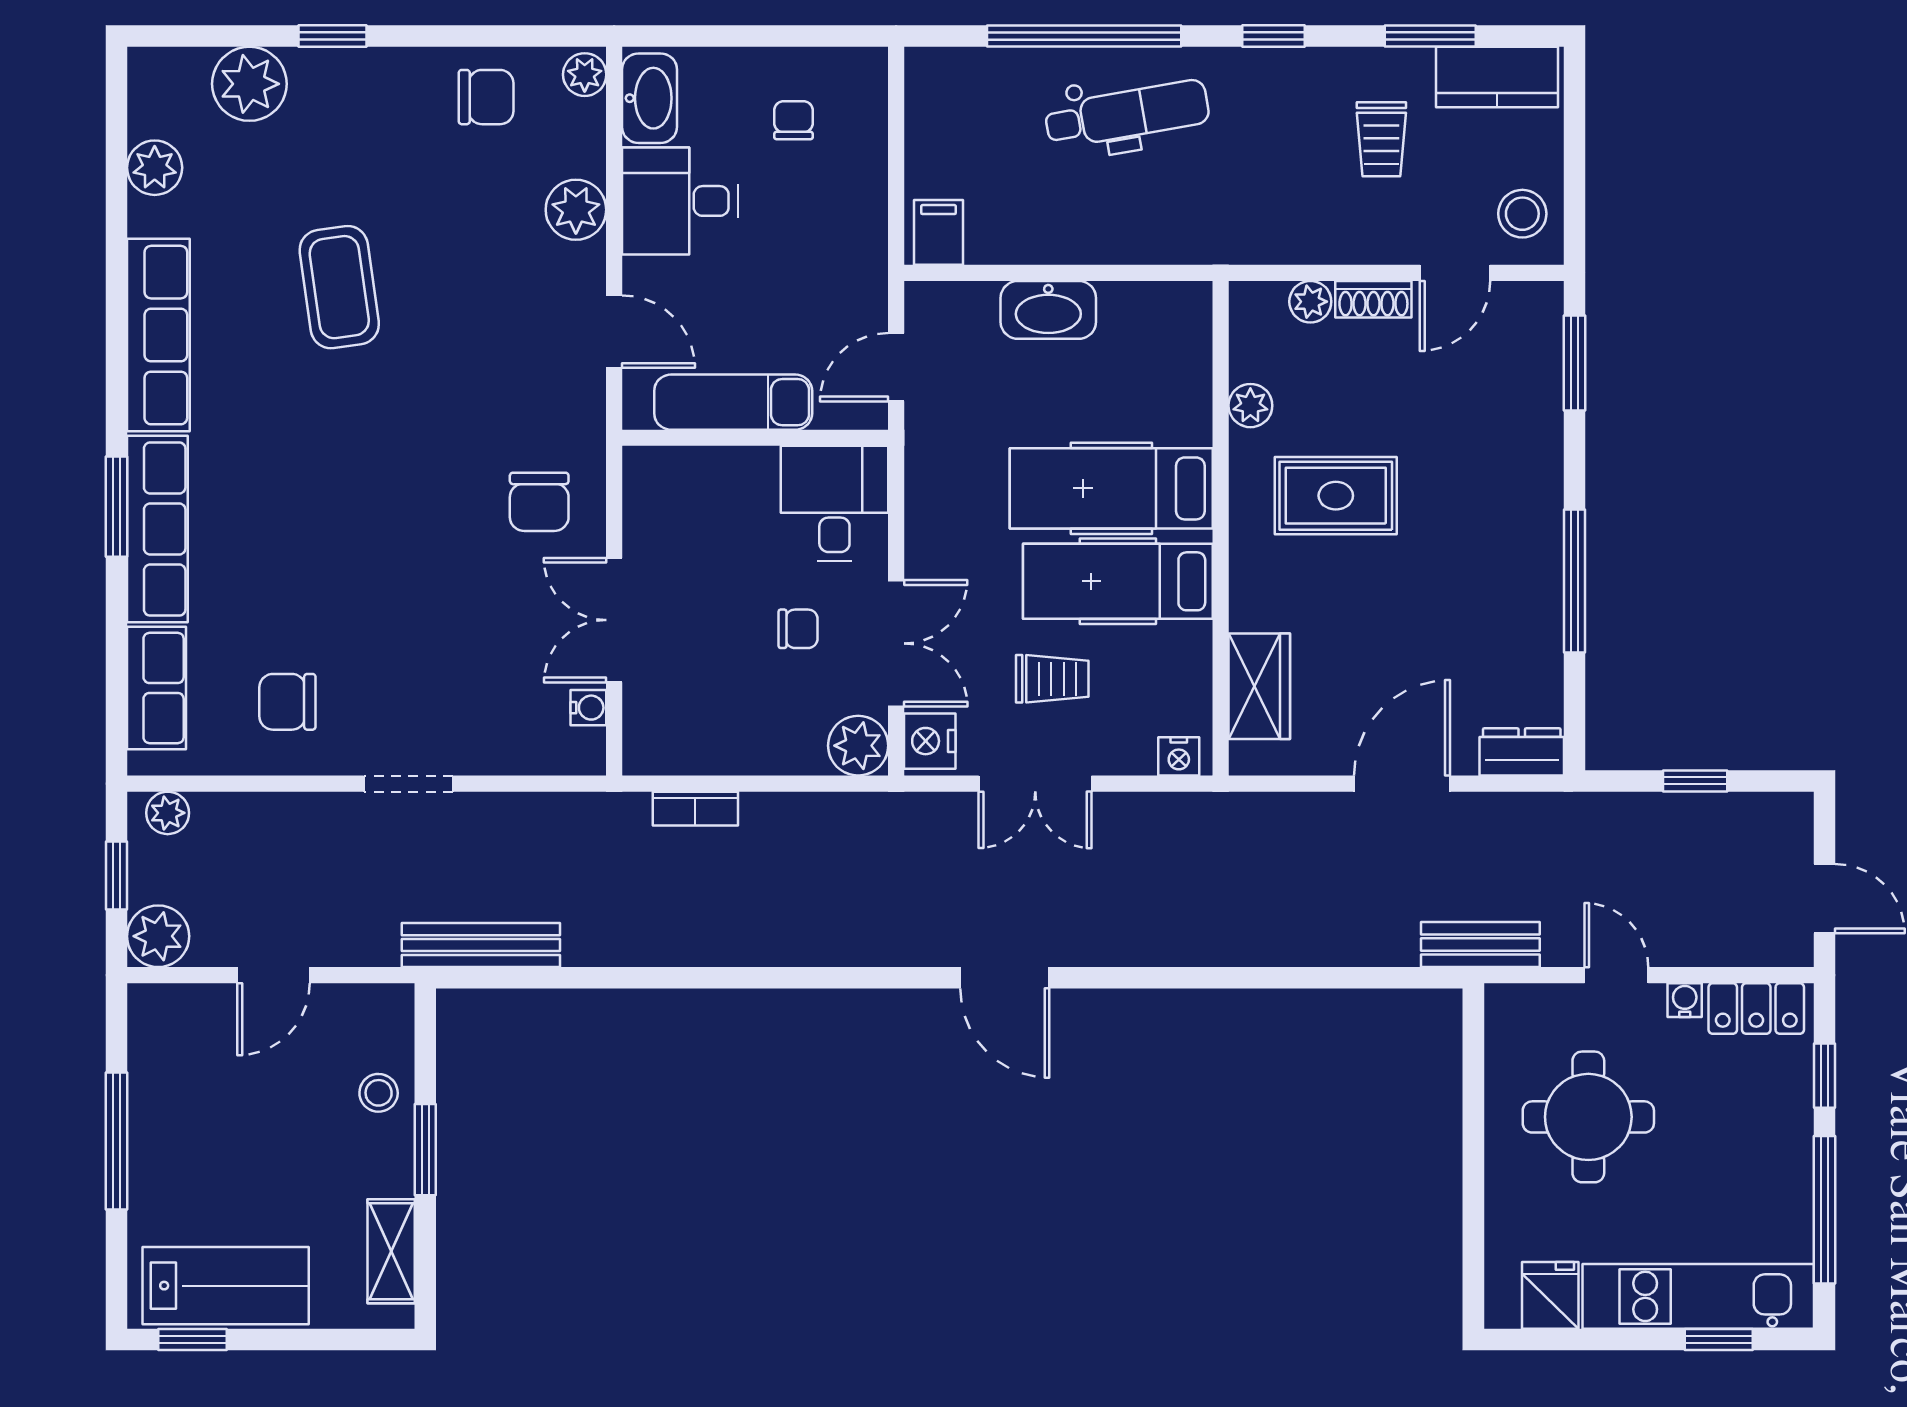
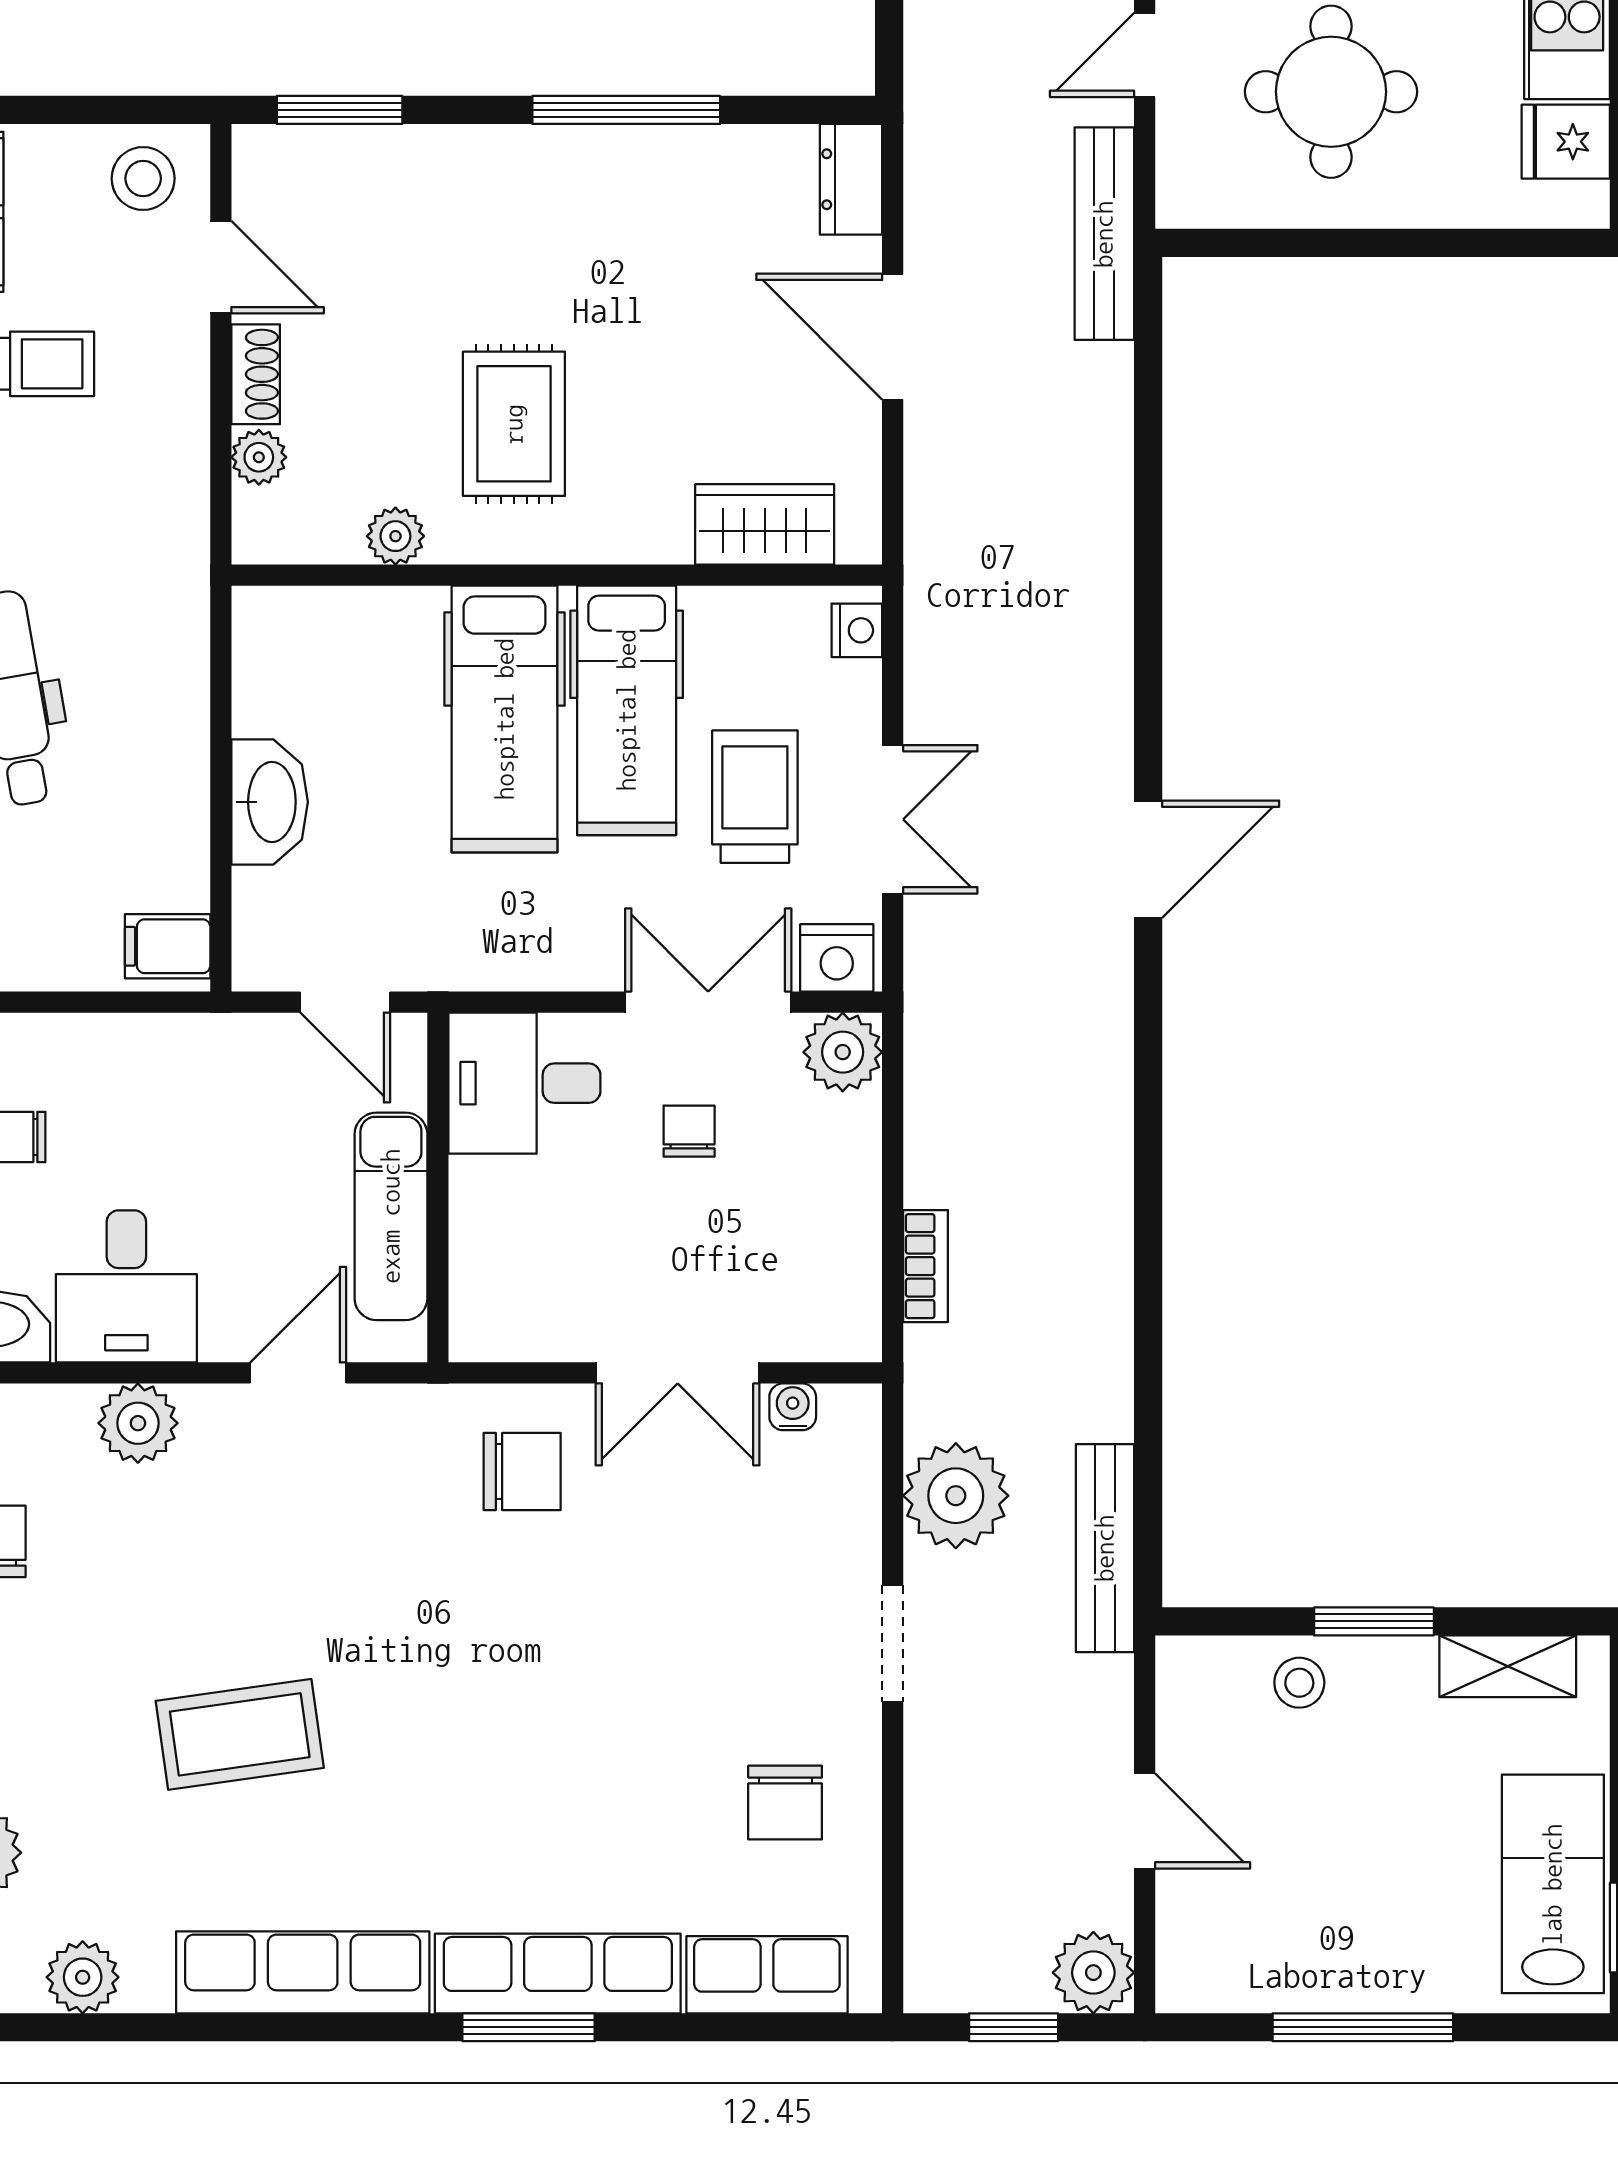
trolley: (1052, 679) -> (755, 797), width x1.36, depth x1.39
plant: (168, 813) -> (956, 1496), moved, width x1.87, depth x1.87
bench: (1480, 945) -> (1104, 234), width x1.36

